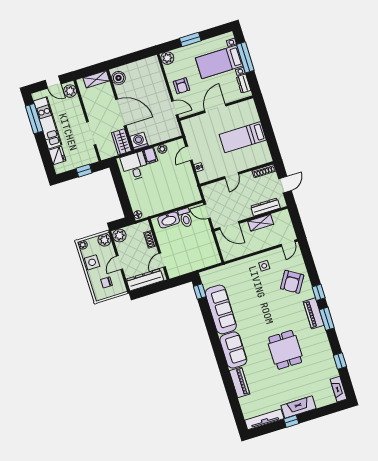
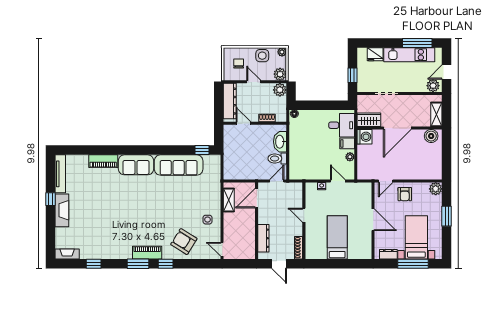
armchair: (182, 86) -> (405, 194), turned -90
shelving: (261, 223) -> (229, 200), moved
dining table: (285, 350) -> (121, 215), removed

